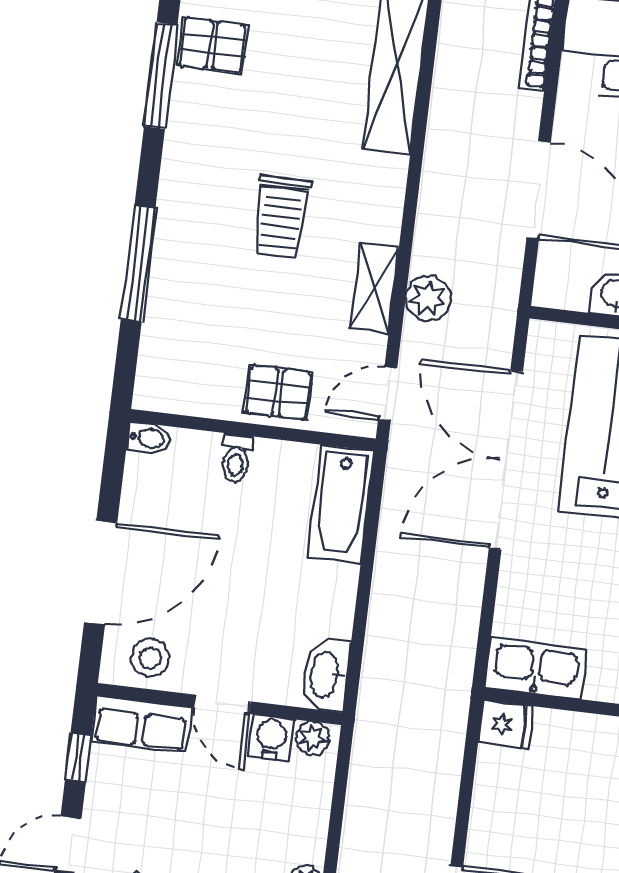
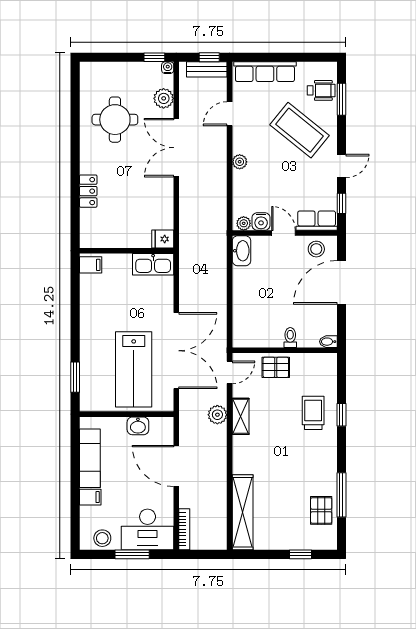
pallet: (213, 45) -> (321, 510), turned 90
trolley: (281, 217) -> (313, 413), moved
window: (138, 263) -> (341, 415), width x0.46
bathtub: (341, 504) -> (244, 324), removed

